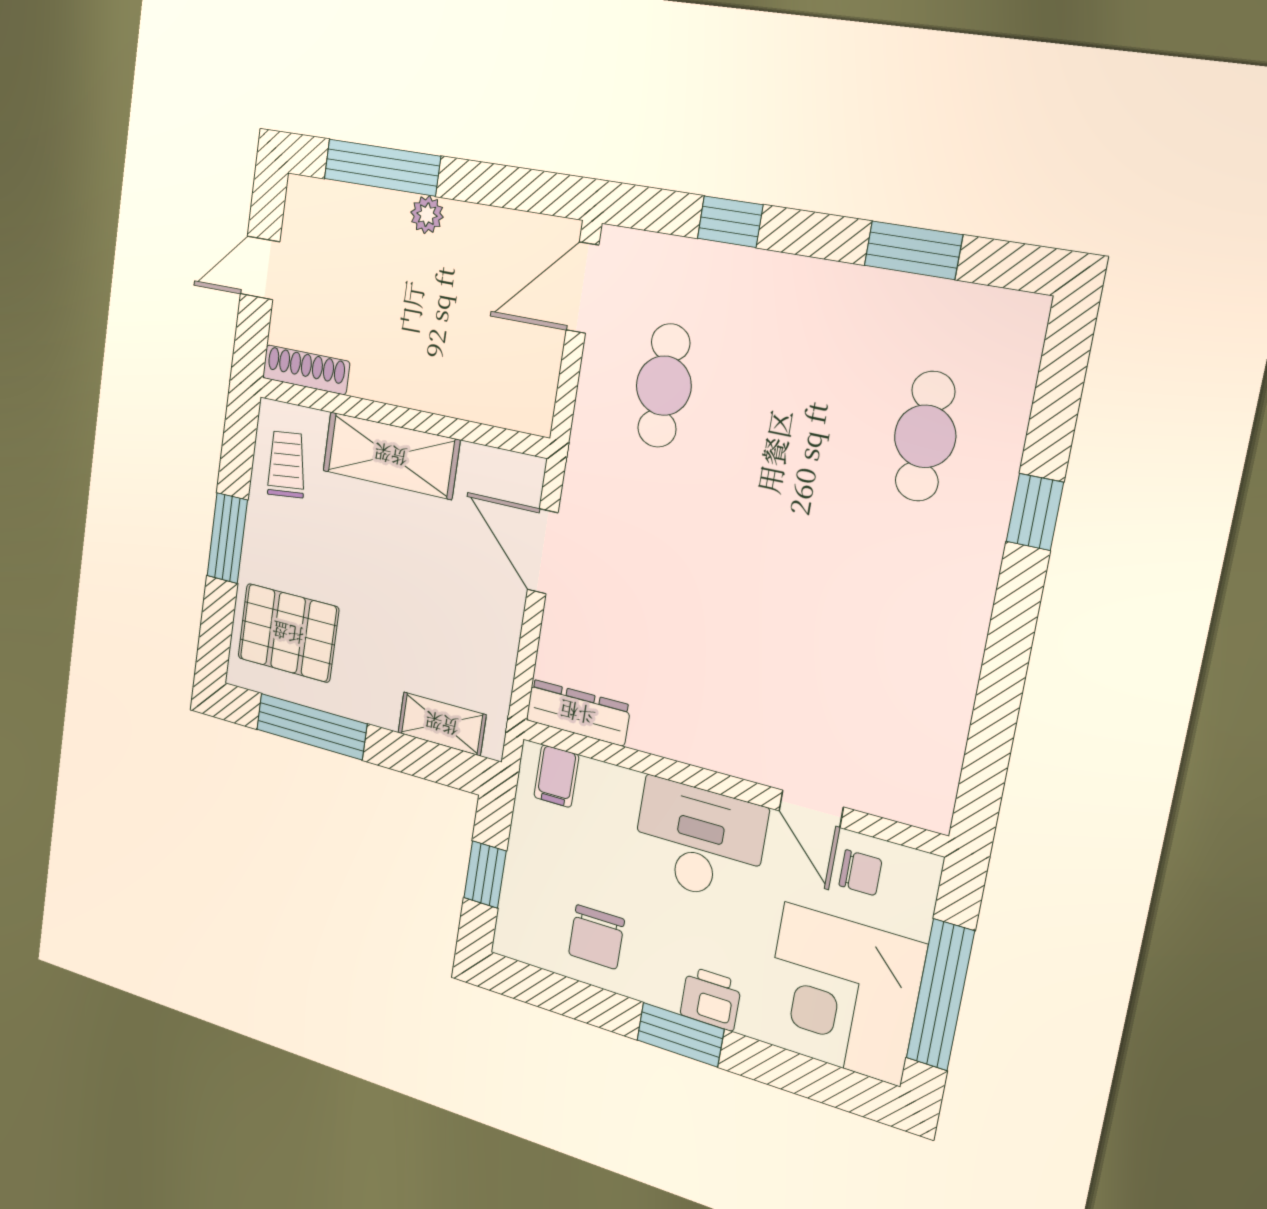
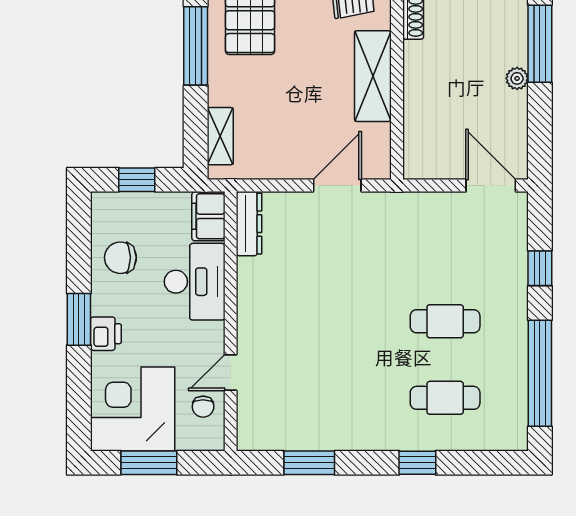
window: (913, 250) -> (540, 373), width x2.11
cafe table: (664, 386) -> (445, 321), moved
window: (996, 712) -> (309, 463), added
filing cabinet: (556, 776) -> (208, 216), width x2.00
desk: (699, 841) -> (195, 282), moved
window: (940, 995) -> (149, 463), width x0.69

